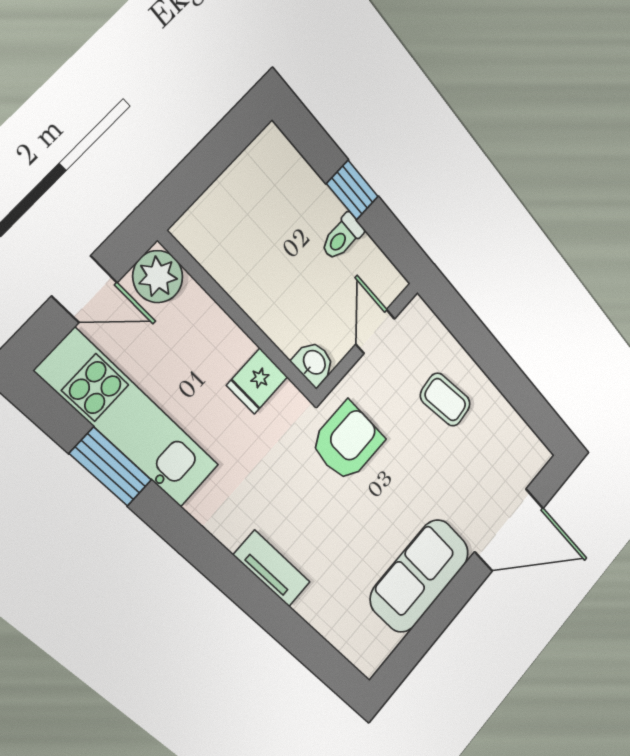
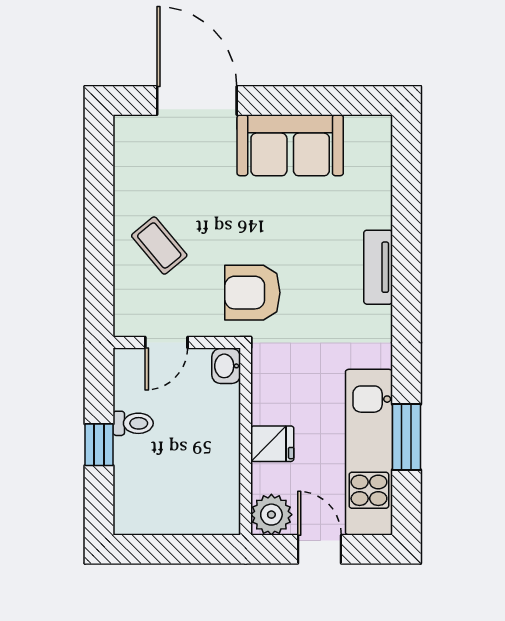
fridge: (257, 381) -> (272, 444), moved
coffee table: (445, 400) -> (159, 246), turned -33

